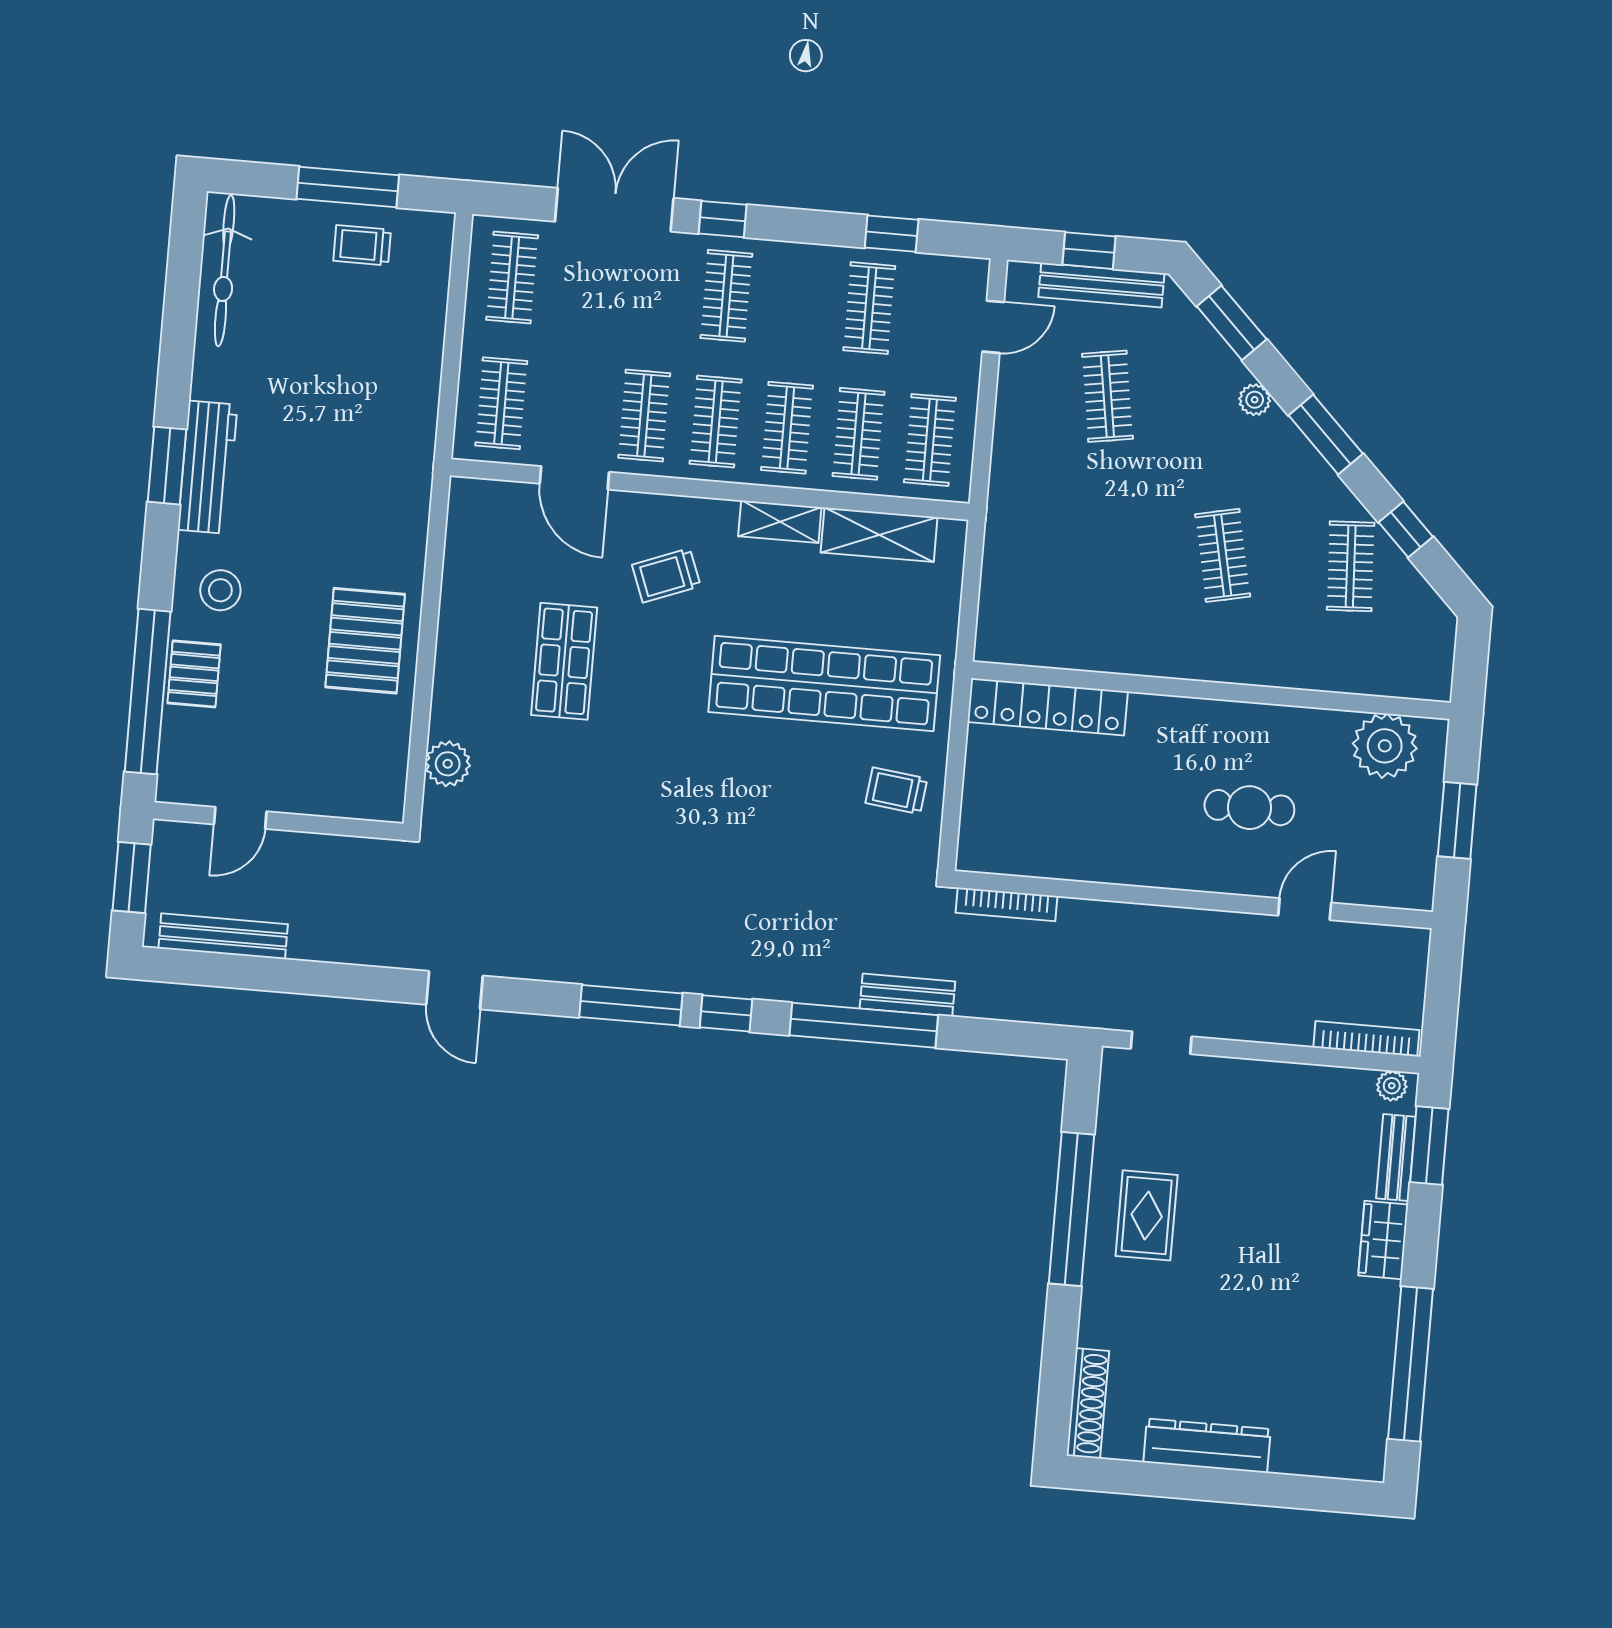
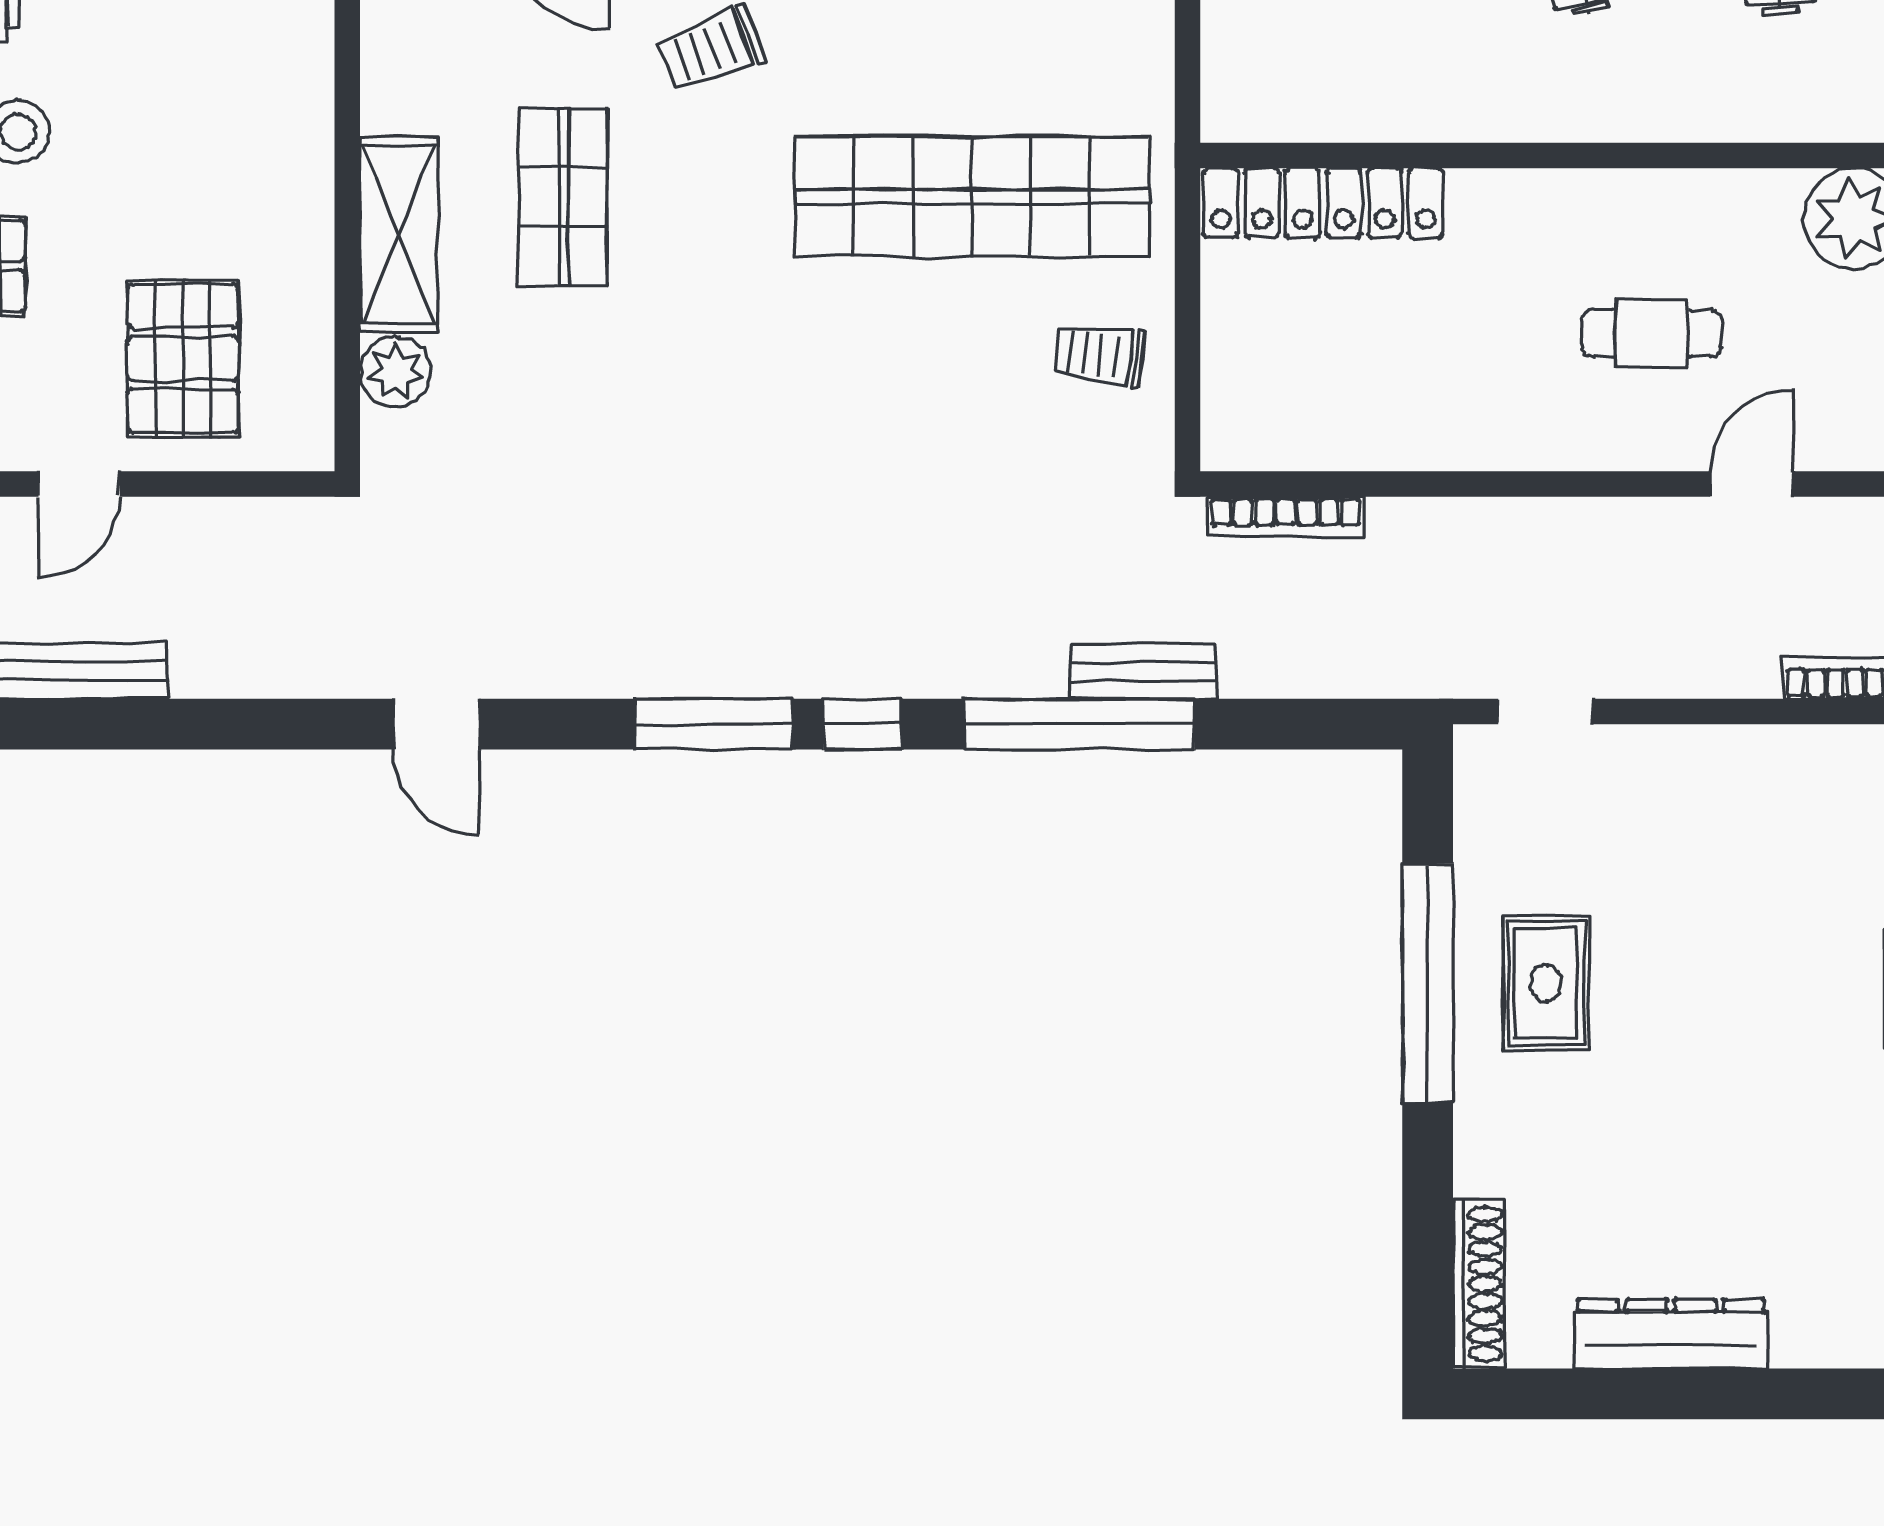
pallet: (365, 641) -> (183, 359), moved
shelving: (457, 676) -> (399, 235), added

